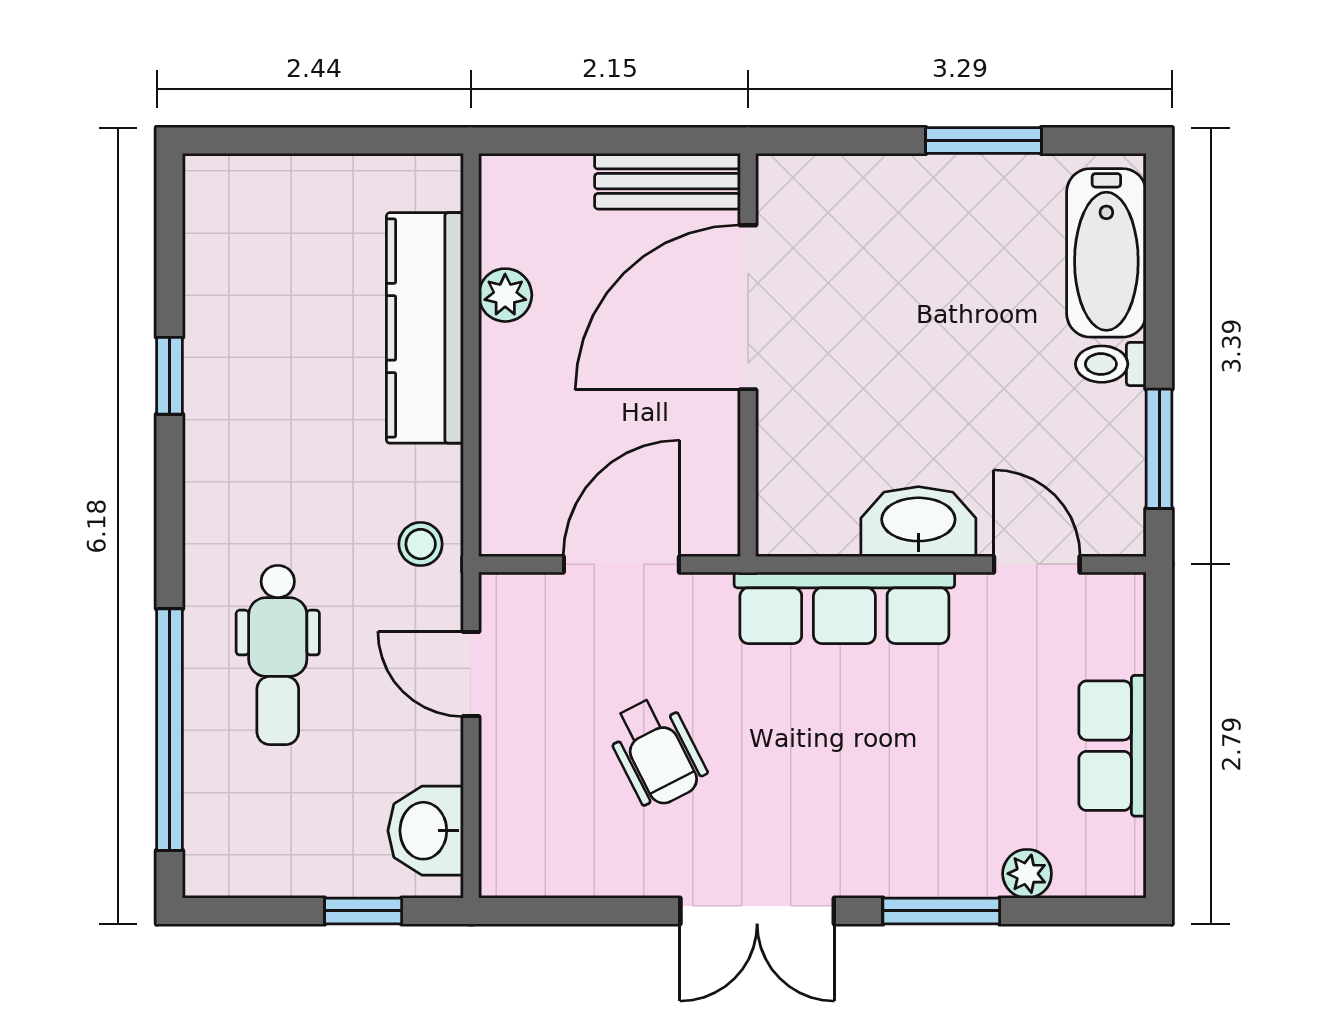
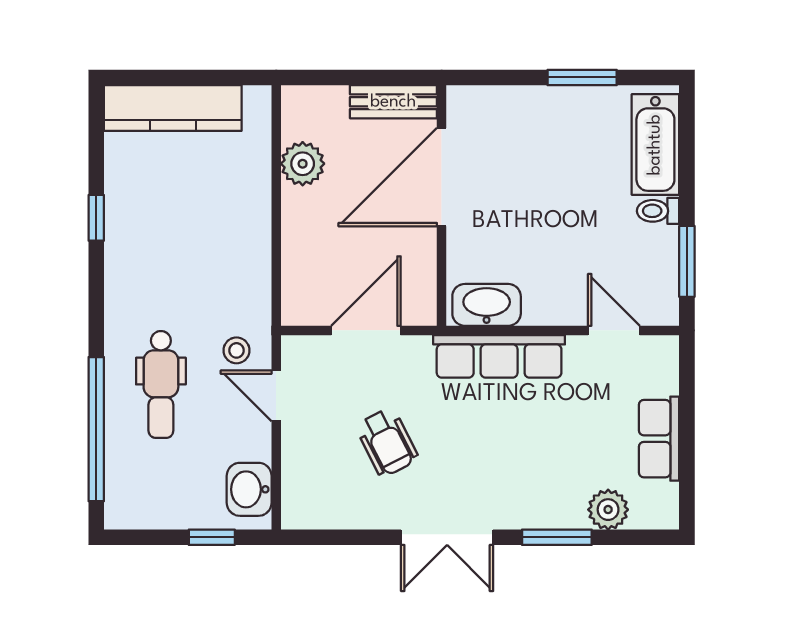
plant: (505, 295) -> (303, 164), width x1.38, depth x1.38
kitchen counter: (425, 328) -> (173, 108), moved, turned -90
washbasin: (918, 522) -> (487, 305), moved
stool: (421, 544) -> (236, 350), moved
plant: (1027, 874) -> (608, 510), width x1.38, depth x1.38

